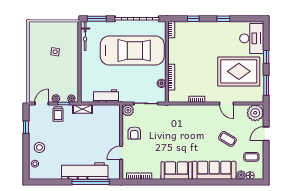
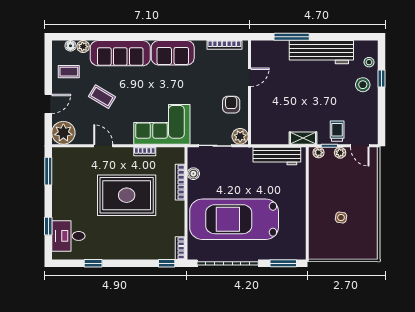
window: (193, 19) -> (167, 263), moved
window: (223, 19) -> (93, 263), moved
bicycle: (85, 36) -> (299, 239), removed
desk: (252, 38) -> (68, 236), width x0.73
window: (266, 57) -> (48, 226), moved
rug: (239, 71) -> (127, 195), moved
workbench: (106, 96) -> (277, 156), width x1.38
door: (42, 103) -> (360, 146), hinge flipped
corner sofa: (184, 119) -> (162, 124), added
window: (26, 127) -> (382, 78), moved
workbench: (85, 171) -> (321, 52), moved
window: (91, 182) -> (292, 37), width x0.68

